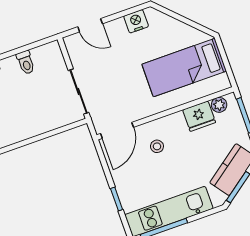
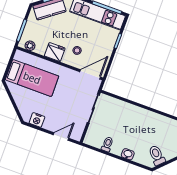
door: (90, 25) -> (61, 137), hinge flipped
fridge: (199, 116) -> (55, 52), moved

